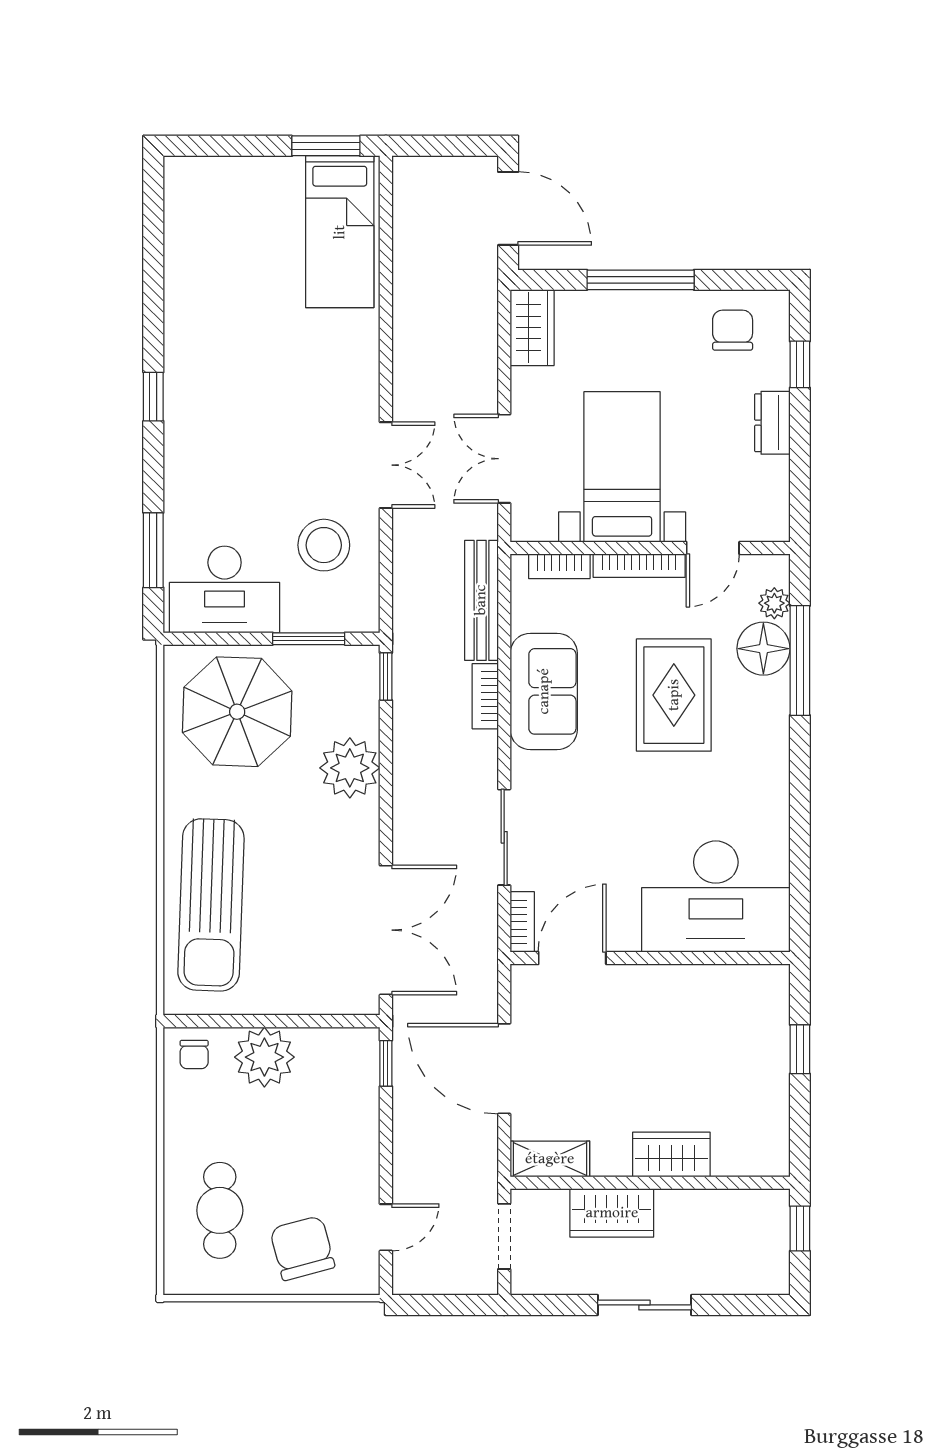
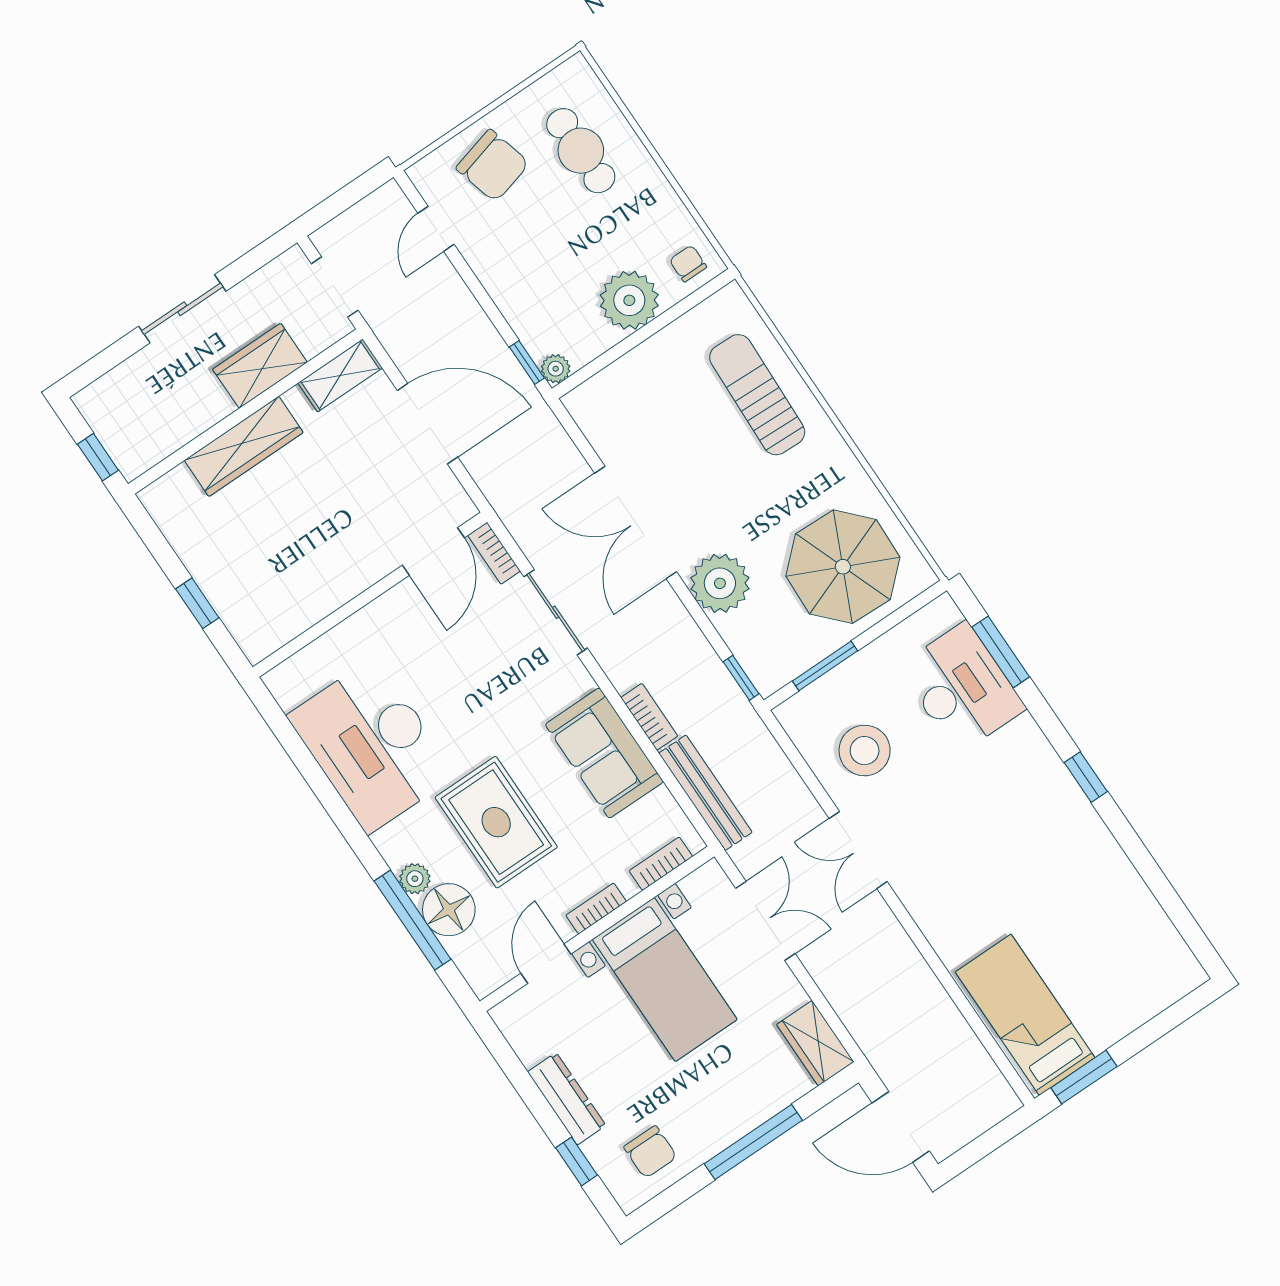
dresser: (772, 423) -> (567, 1099), width x1.44
bookcase: (639, 566) -> (596, 908), width x0.64
desk: (225, 589) -> (962, 688), moved, turned 90
plant: (774, 603) -> (415, 879), moved
desk: (716, 897) -> (372, 745), moved, turned -90
sun lounger: (211, 905) -> (757, 395), width x0.73, depth x0.75
double door: (386, 930) -> (636, 523), moved
plant: (365, 1042) -> (556, 369), added
wardrobe: (671, 1154) -> (244, 446), width x1.50

